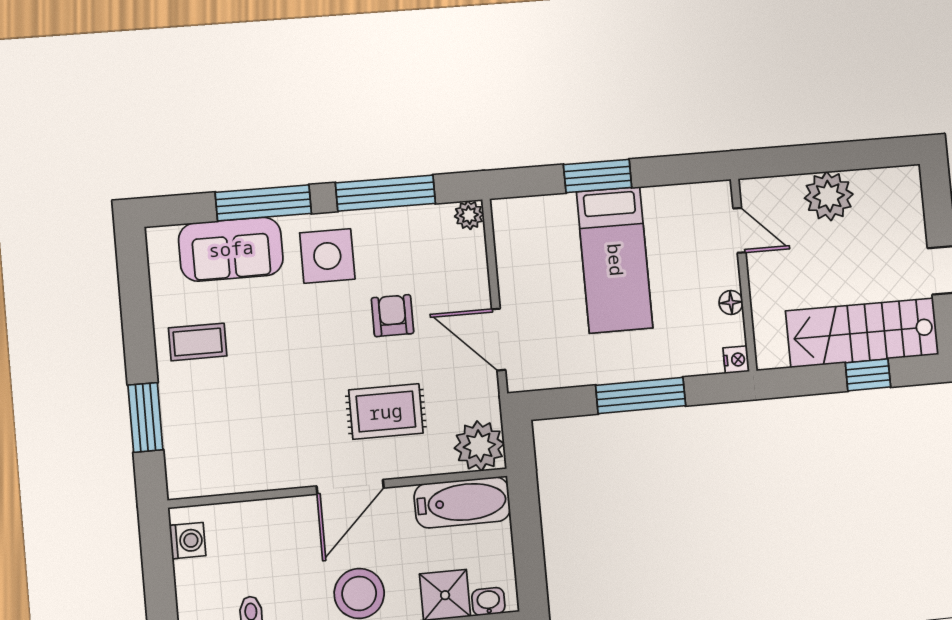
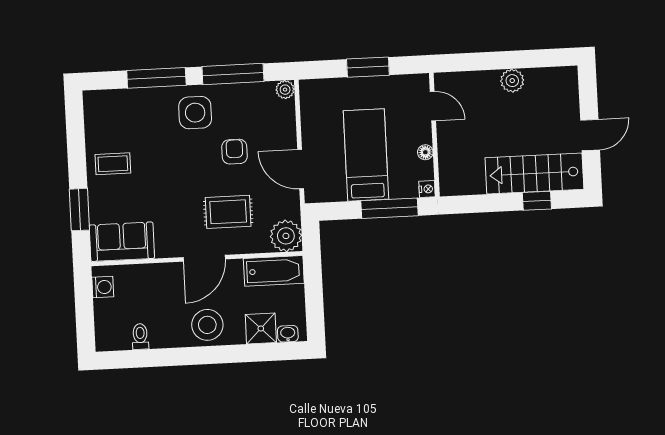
plant: (829, 196) -> (512, 81), width x0.73, depth x0.73
door: (739, 230) -> (433, 106), moved
sofa: (231, 249) -> (122, 242), moved, turned 180
bed: (615, 260) -> (366, 155), moved, turned 180
wall: (744, 275) -> (434, 135), moved
floor lamp: (731, 302) -> (425, 152), moved
nightstand: (736, 360) -> (427, 189), moved

